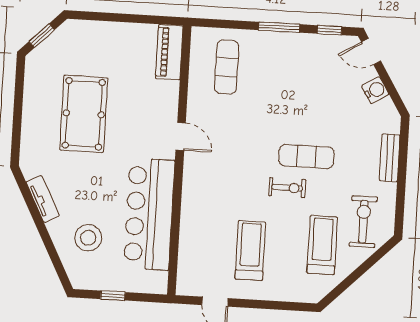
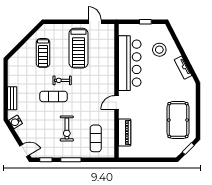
piano: (169, 52) -> (125, 132), moved
water cooler: (375, 90) -> (16, 122), moved
pool table: (84, 114) -> (178, 120), moved
door: (181, 136) -> (116, 103), hinge flipped
exercise bike: (363, 222) -> (67, 128), moved
treadmill: (250, 251) -> (79, 48), width x1.37, depth x1.38

